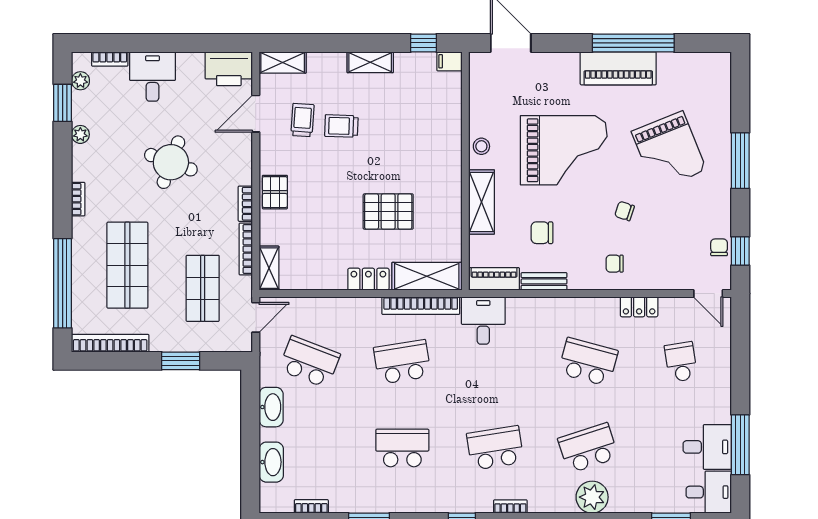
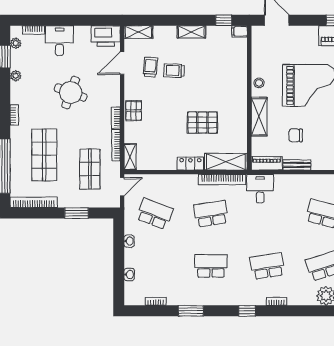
washbasin: (271, 407) -> (129, 241), width x0.52, depth x0.69
washbasin: (271, 462) -> (129, 274), width x0.52, depth x0.69

